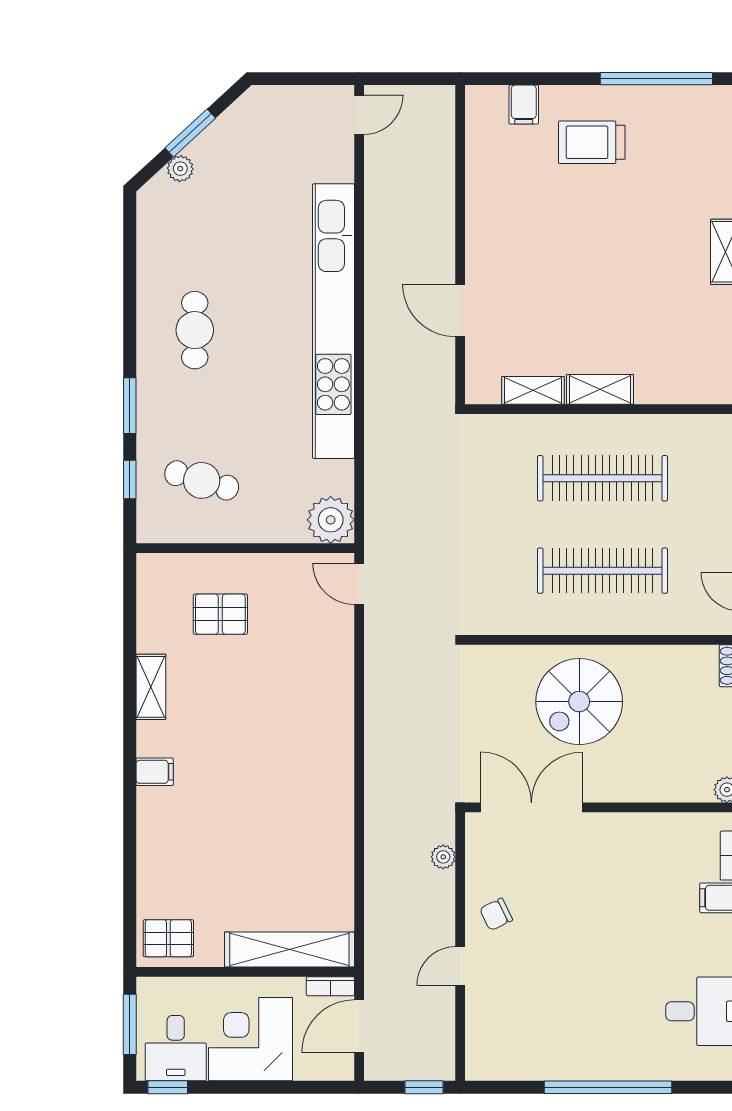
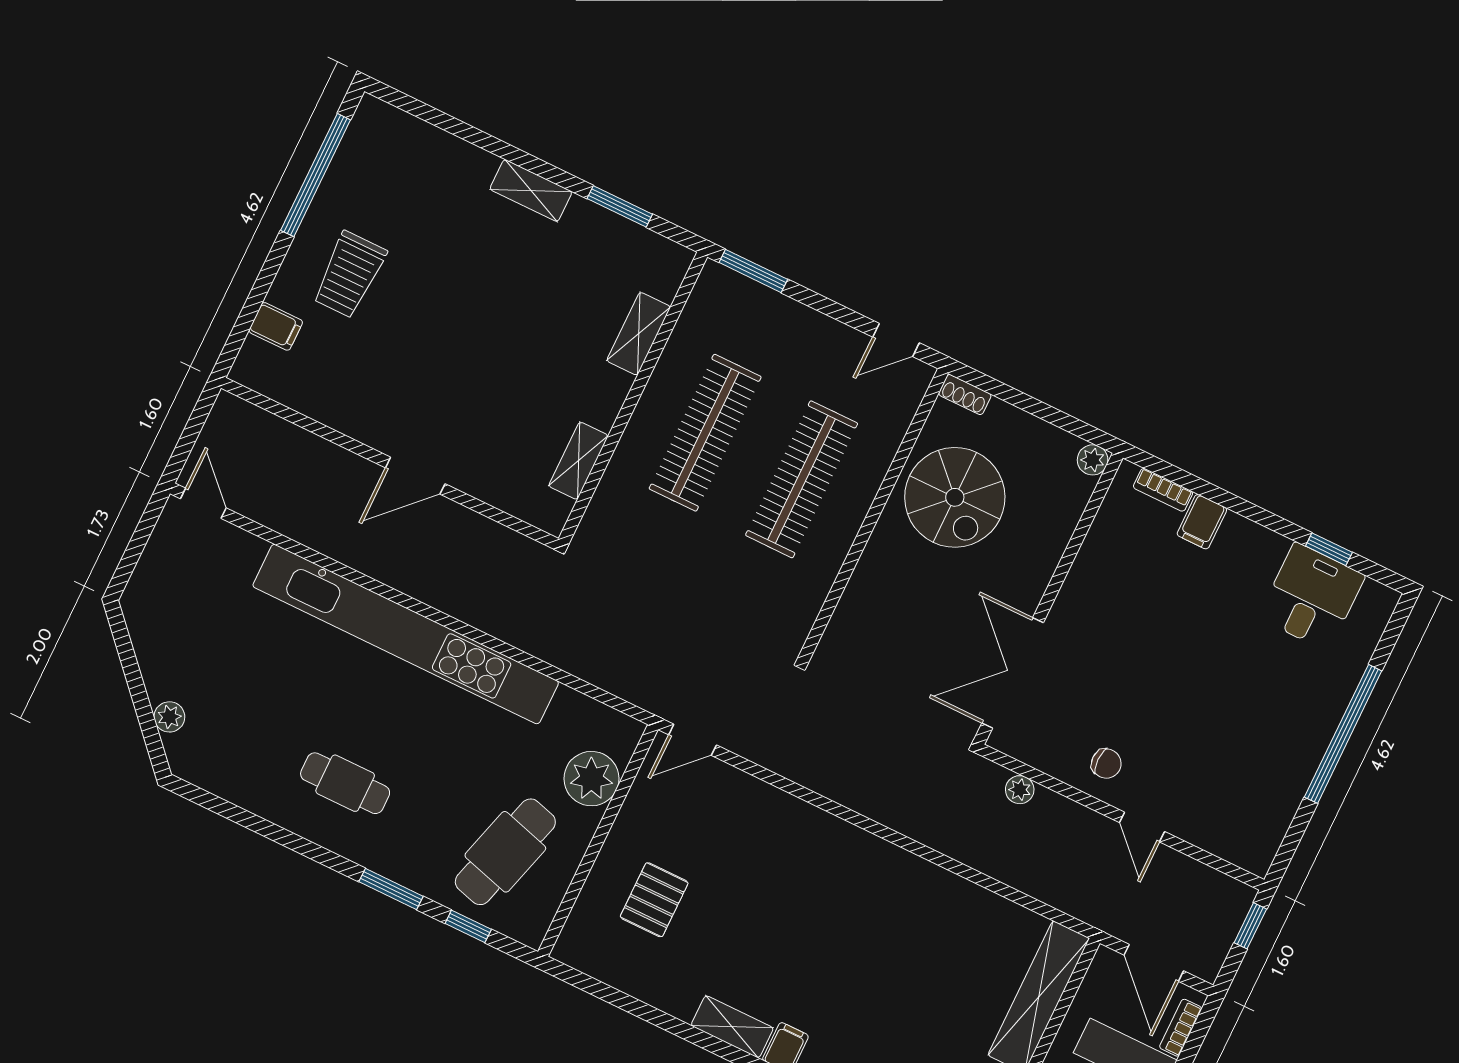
window: (190, 133) -> (137, 689), removed
door: (460, 310) -> (415, 476), moved
shelving: (600, 389) -> (639, 334), moved
cafe table: (202, 480) -> (505, 852), width x1.37, depth x1.35
plant: (331, 520) -> (591, 779), moved
shelving: (151, 687) -> (732, 1027), moved
spiral stairs: (579, 702) -> (955, 497), moved
chair: (496, 914) -> (1106, 764), turned -64
bookcase: (330, 986) -> (1181, 1028), moved, turned 180

